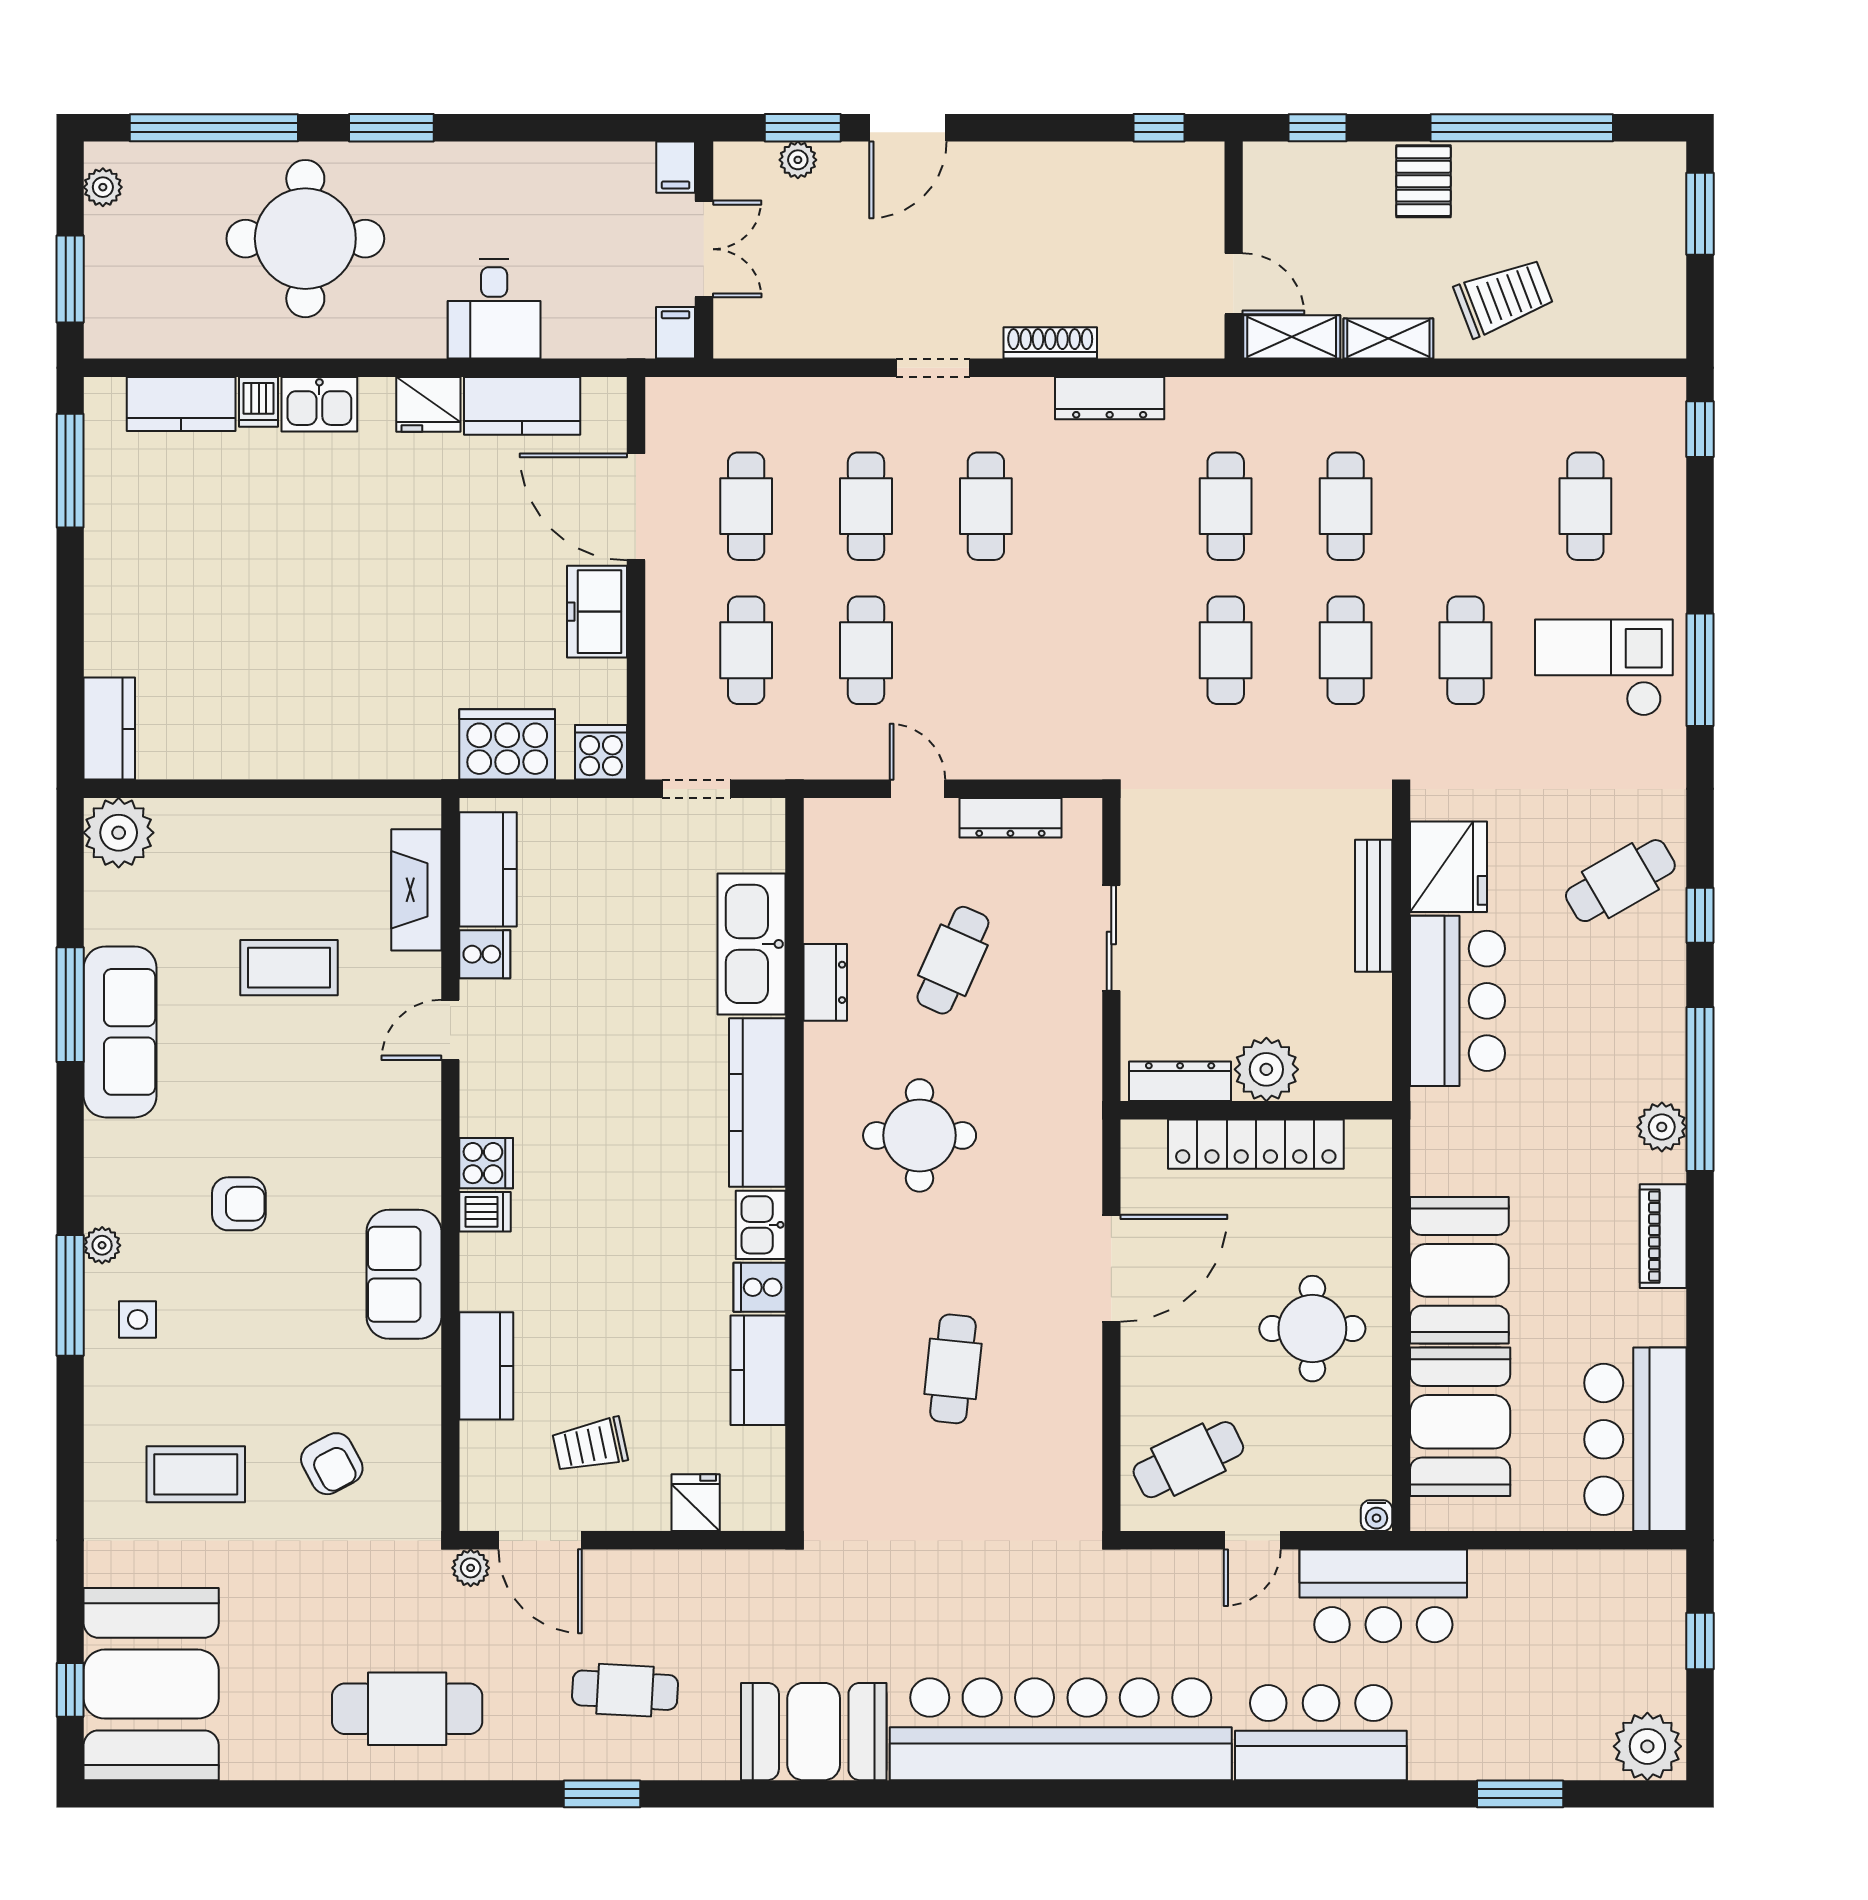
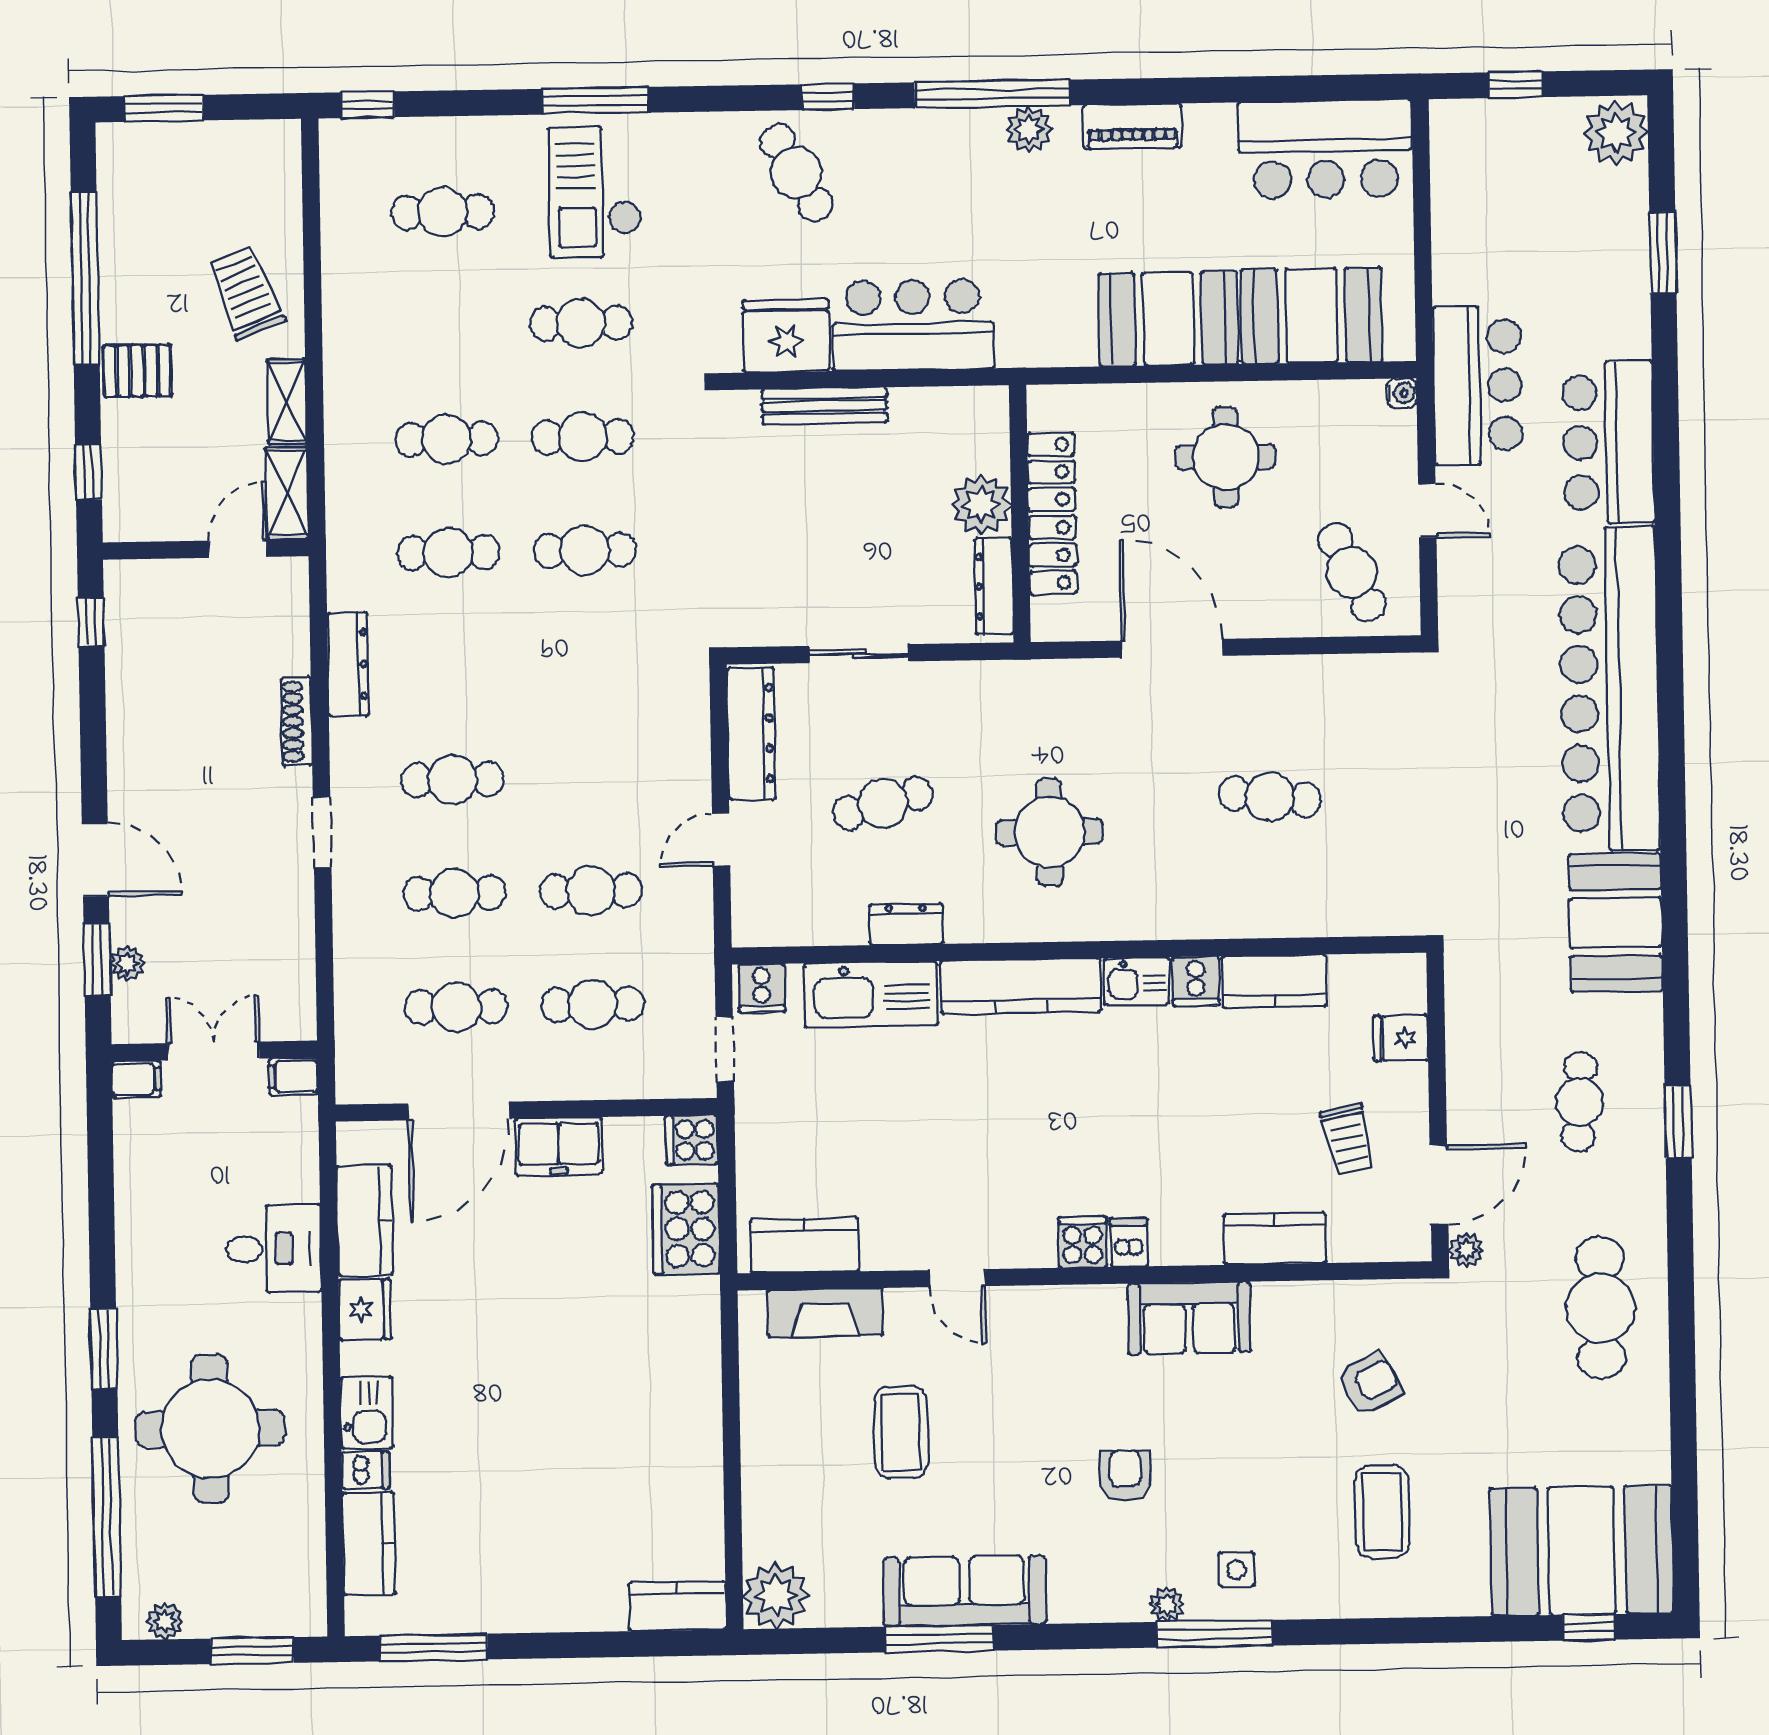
dresser: (1010, 818) -> (751, 734), width x1.37, depth x1.24
cooker: (485, 954) -> (762, 988), moved, turned 180
cafe table: (953, 960) -> (883, 803), turned -39

